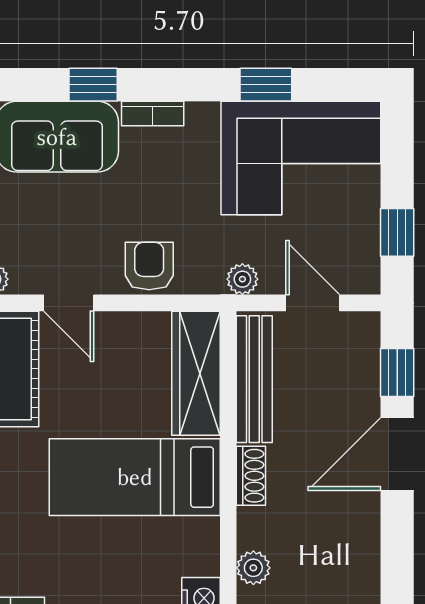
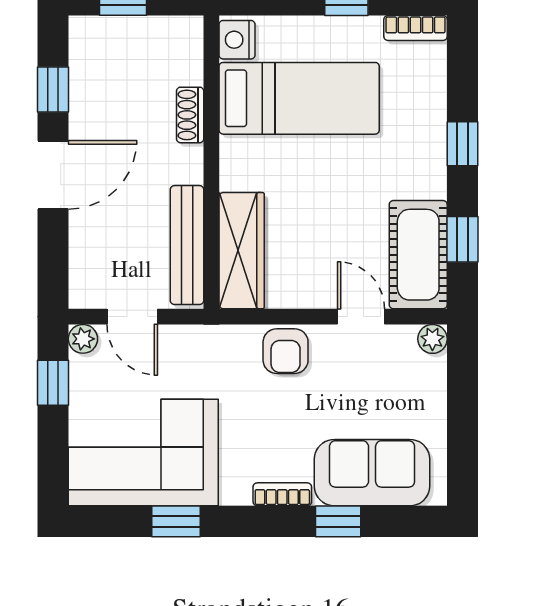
plant: (242, 279) -> (83, 339), moved
window: (397, 373) -> (53, 90), moved
shoe rack: (251, 476) -> (190, 115), moved
bed: (135, 477) -> (299, 98), moved
plant: (253, 568) -> (188, 68), removed

